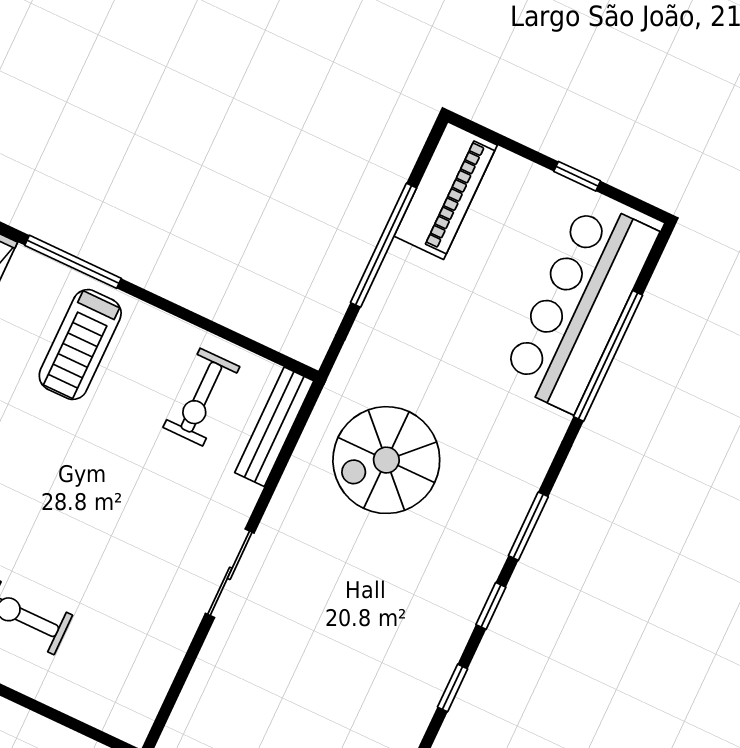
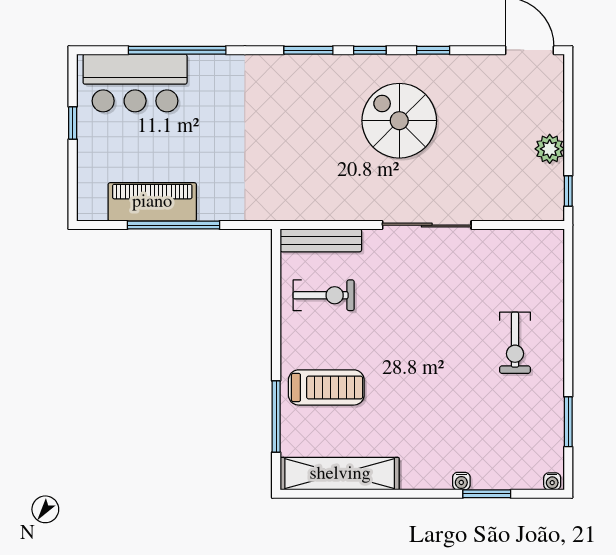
piano: (446, 191) -> (152, 202), moved
bar counter: (580, 306) -> (135, 83), width x0.73
spiral stairs: (386, 460) -> (399, 121), moved, turned 180
sliding door: (230, 573) -> (427, 225), width x1.37

